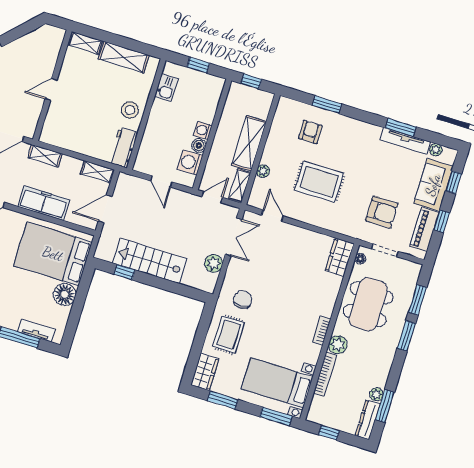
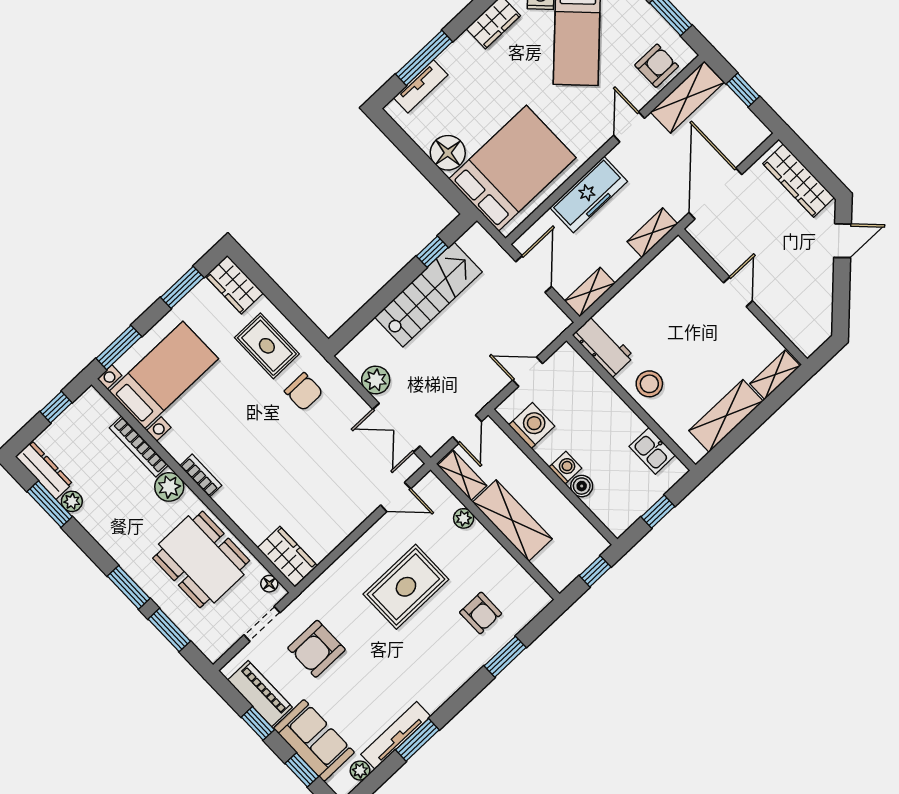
boiler: (199, 146) -> (582, 486), moved

